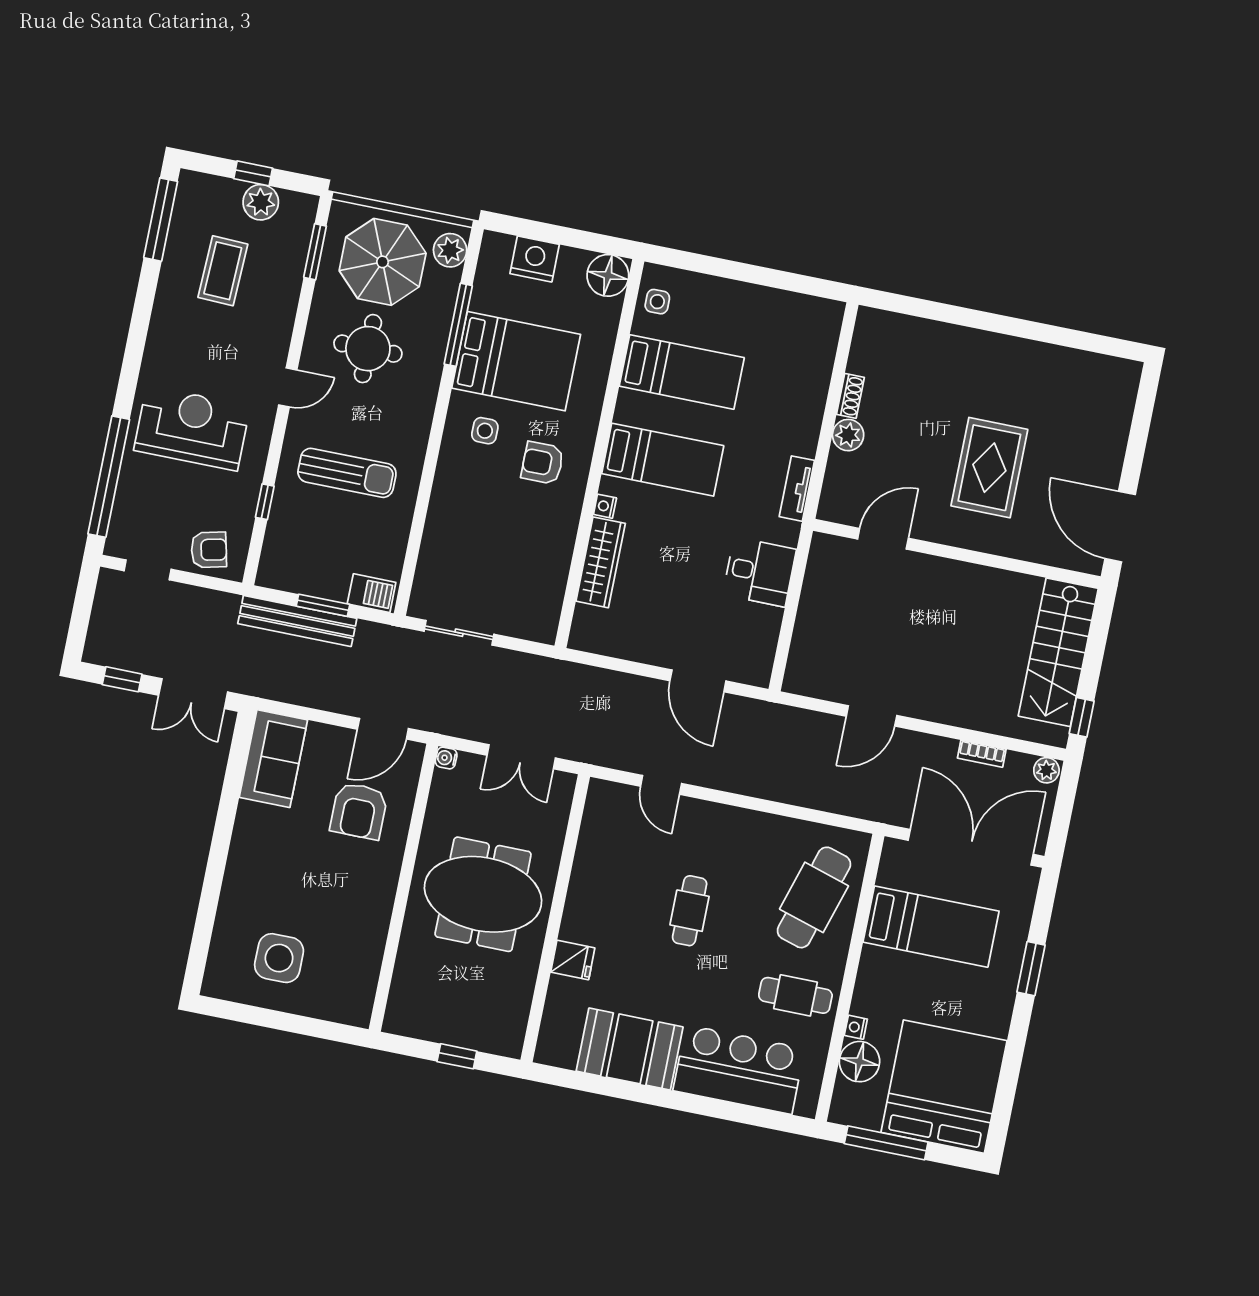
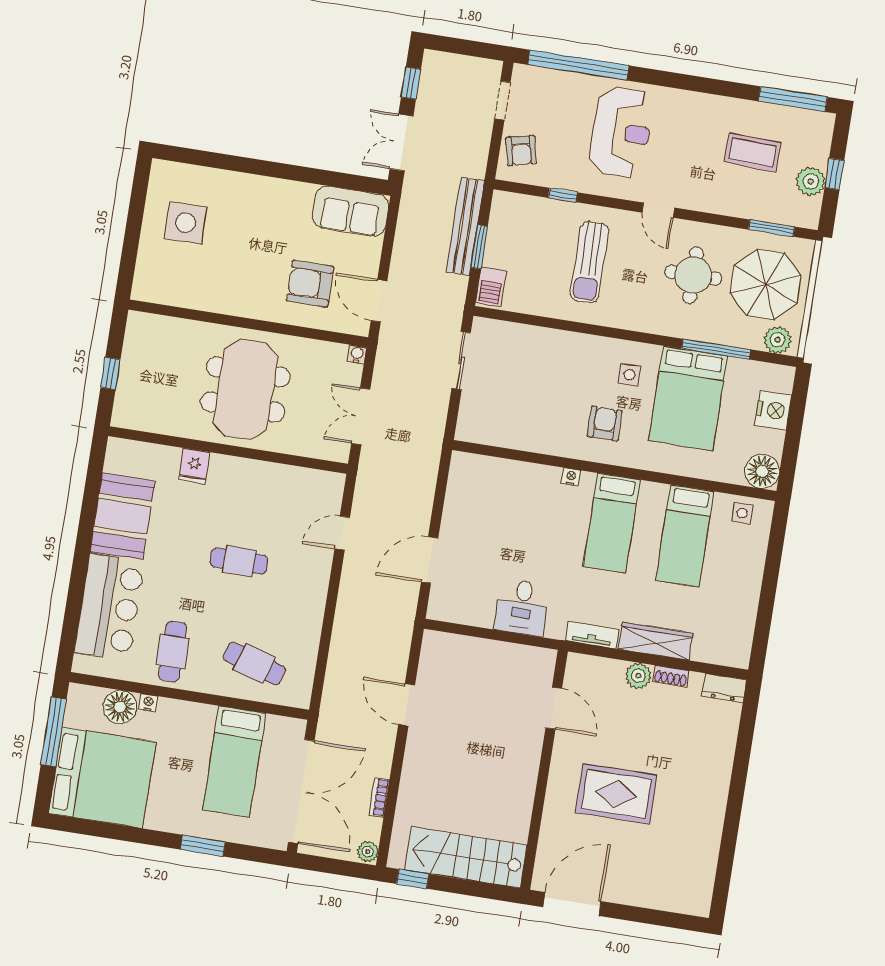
dresser: (867, 332) -> (724, 688), added
wardrobe: (601, 562) -> (656, 641), moved, turned 180
cafe table: (814, 897) -> (254, 664), width x0.73, depth x0.74

